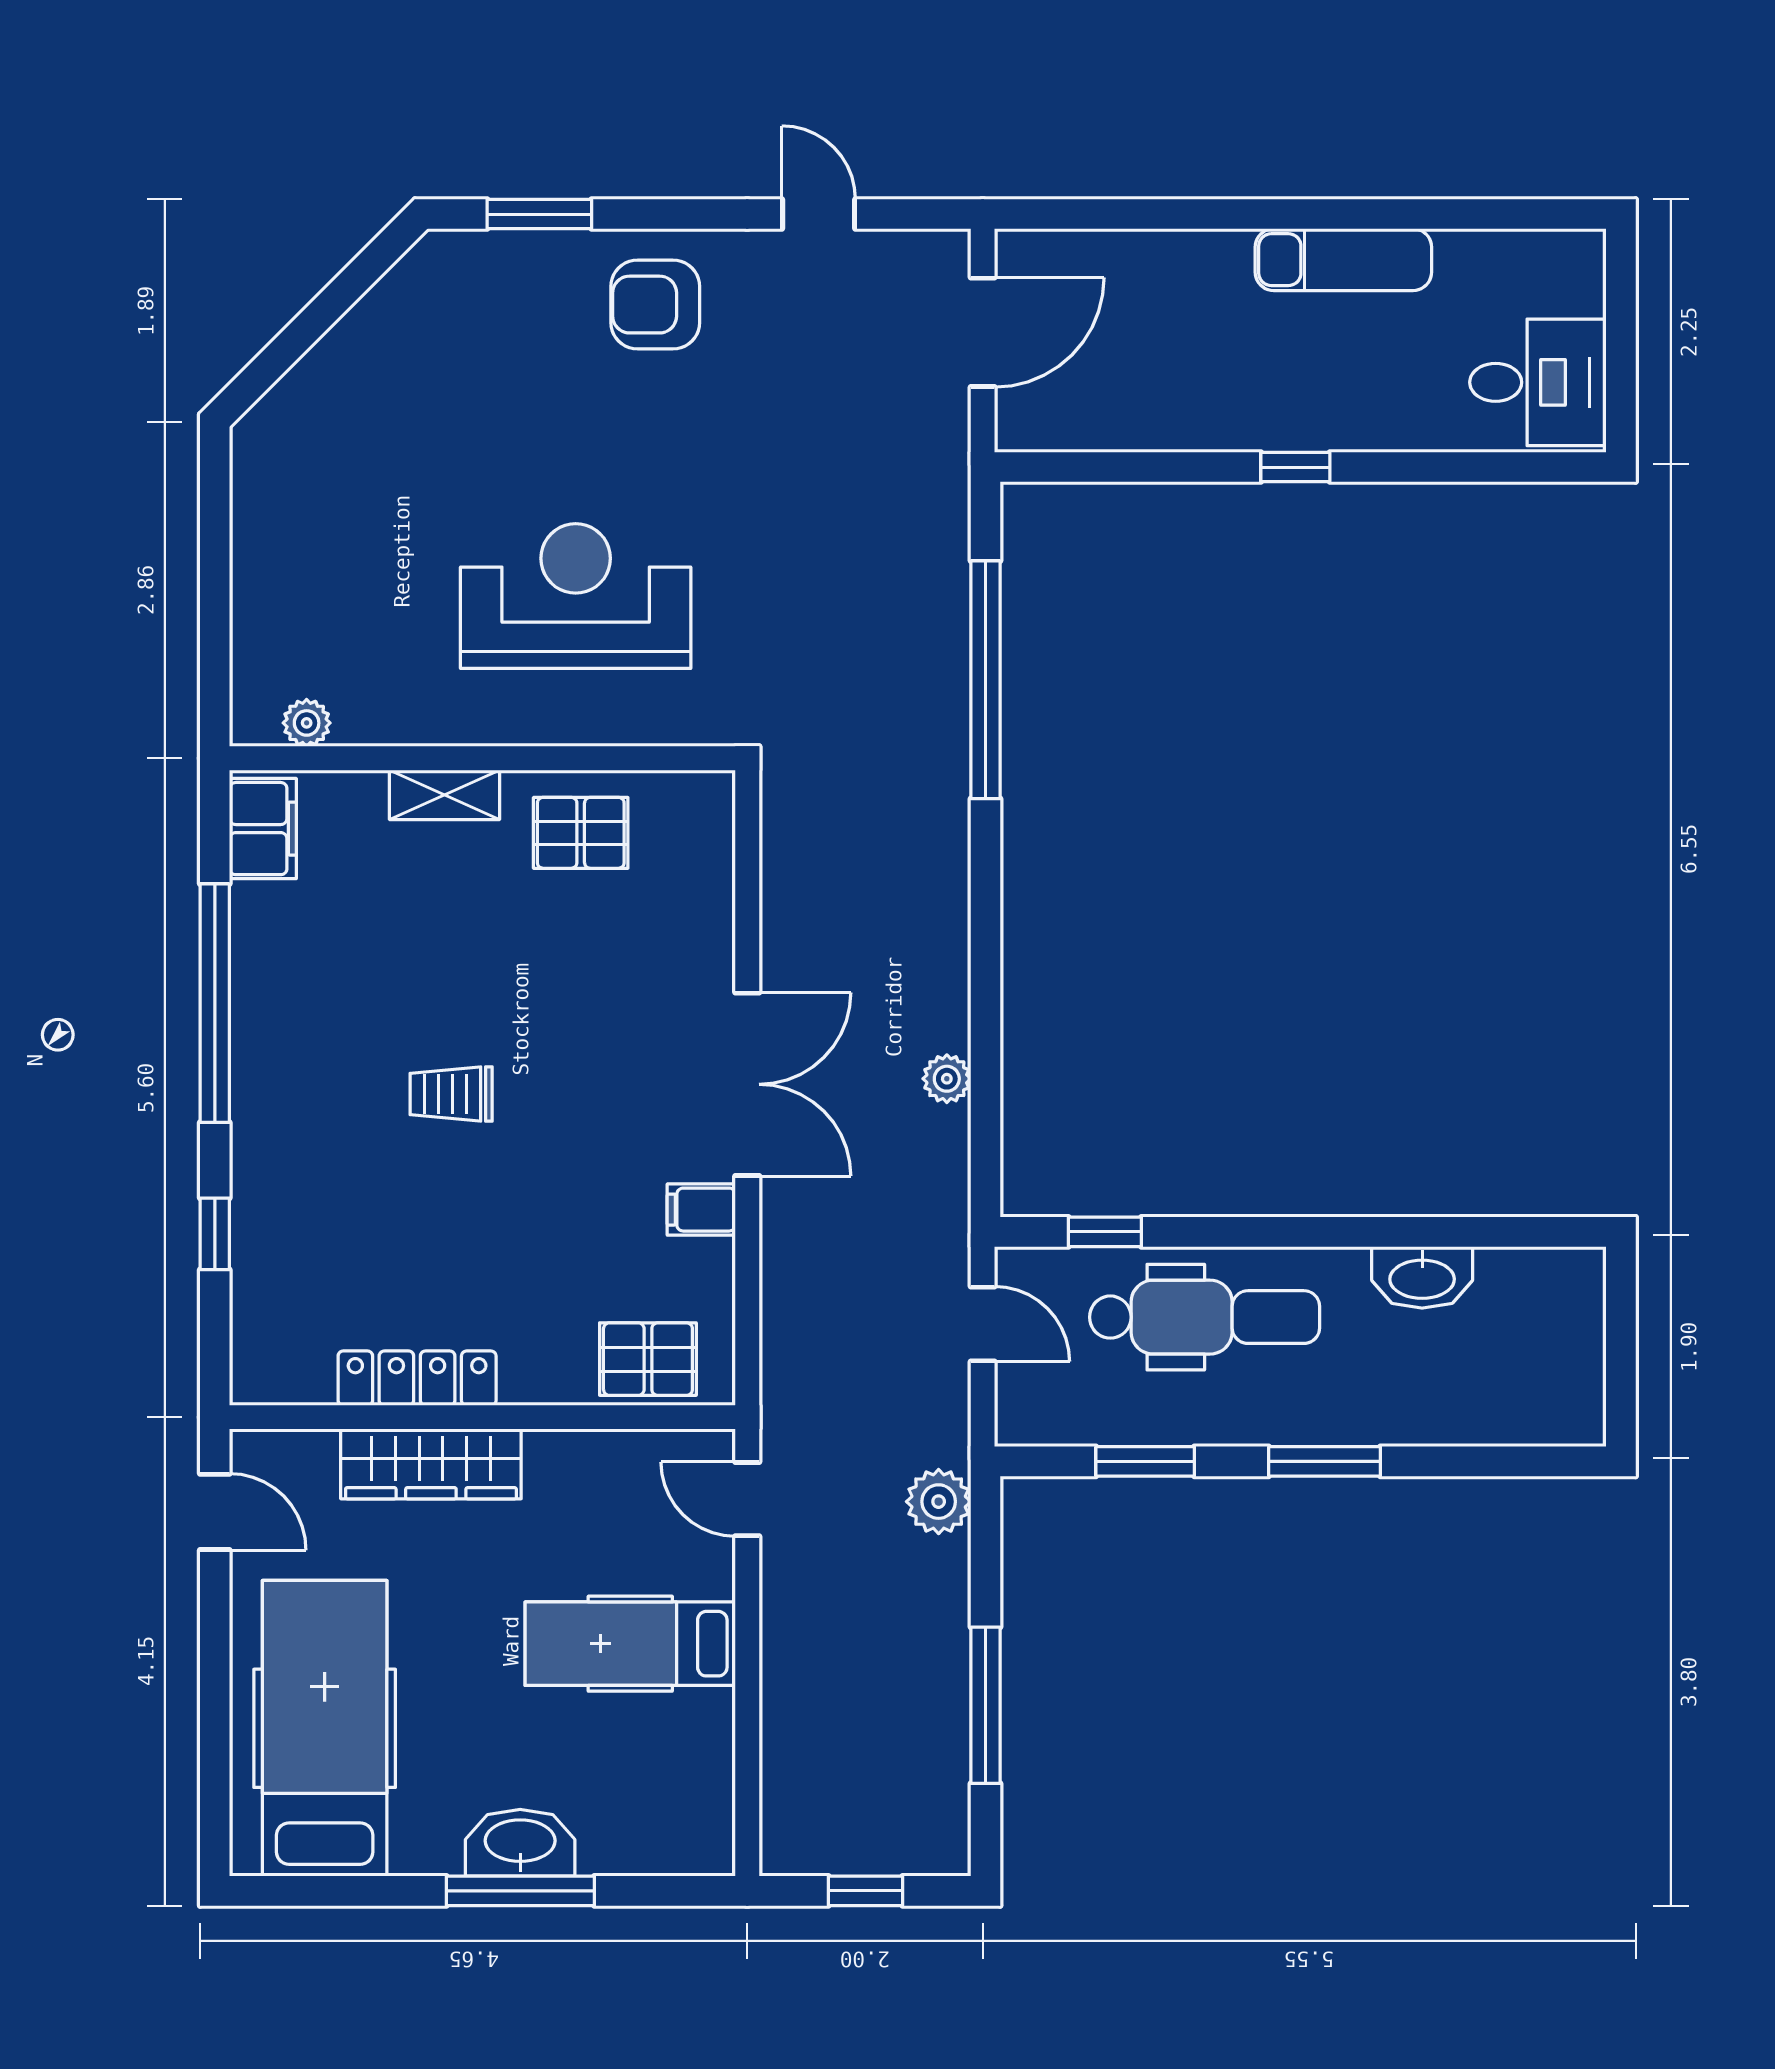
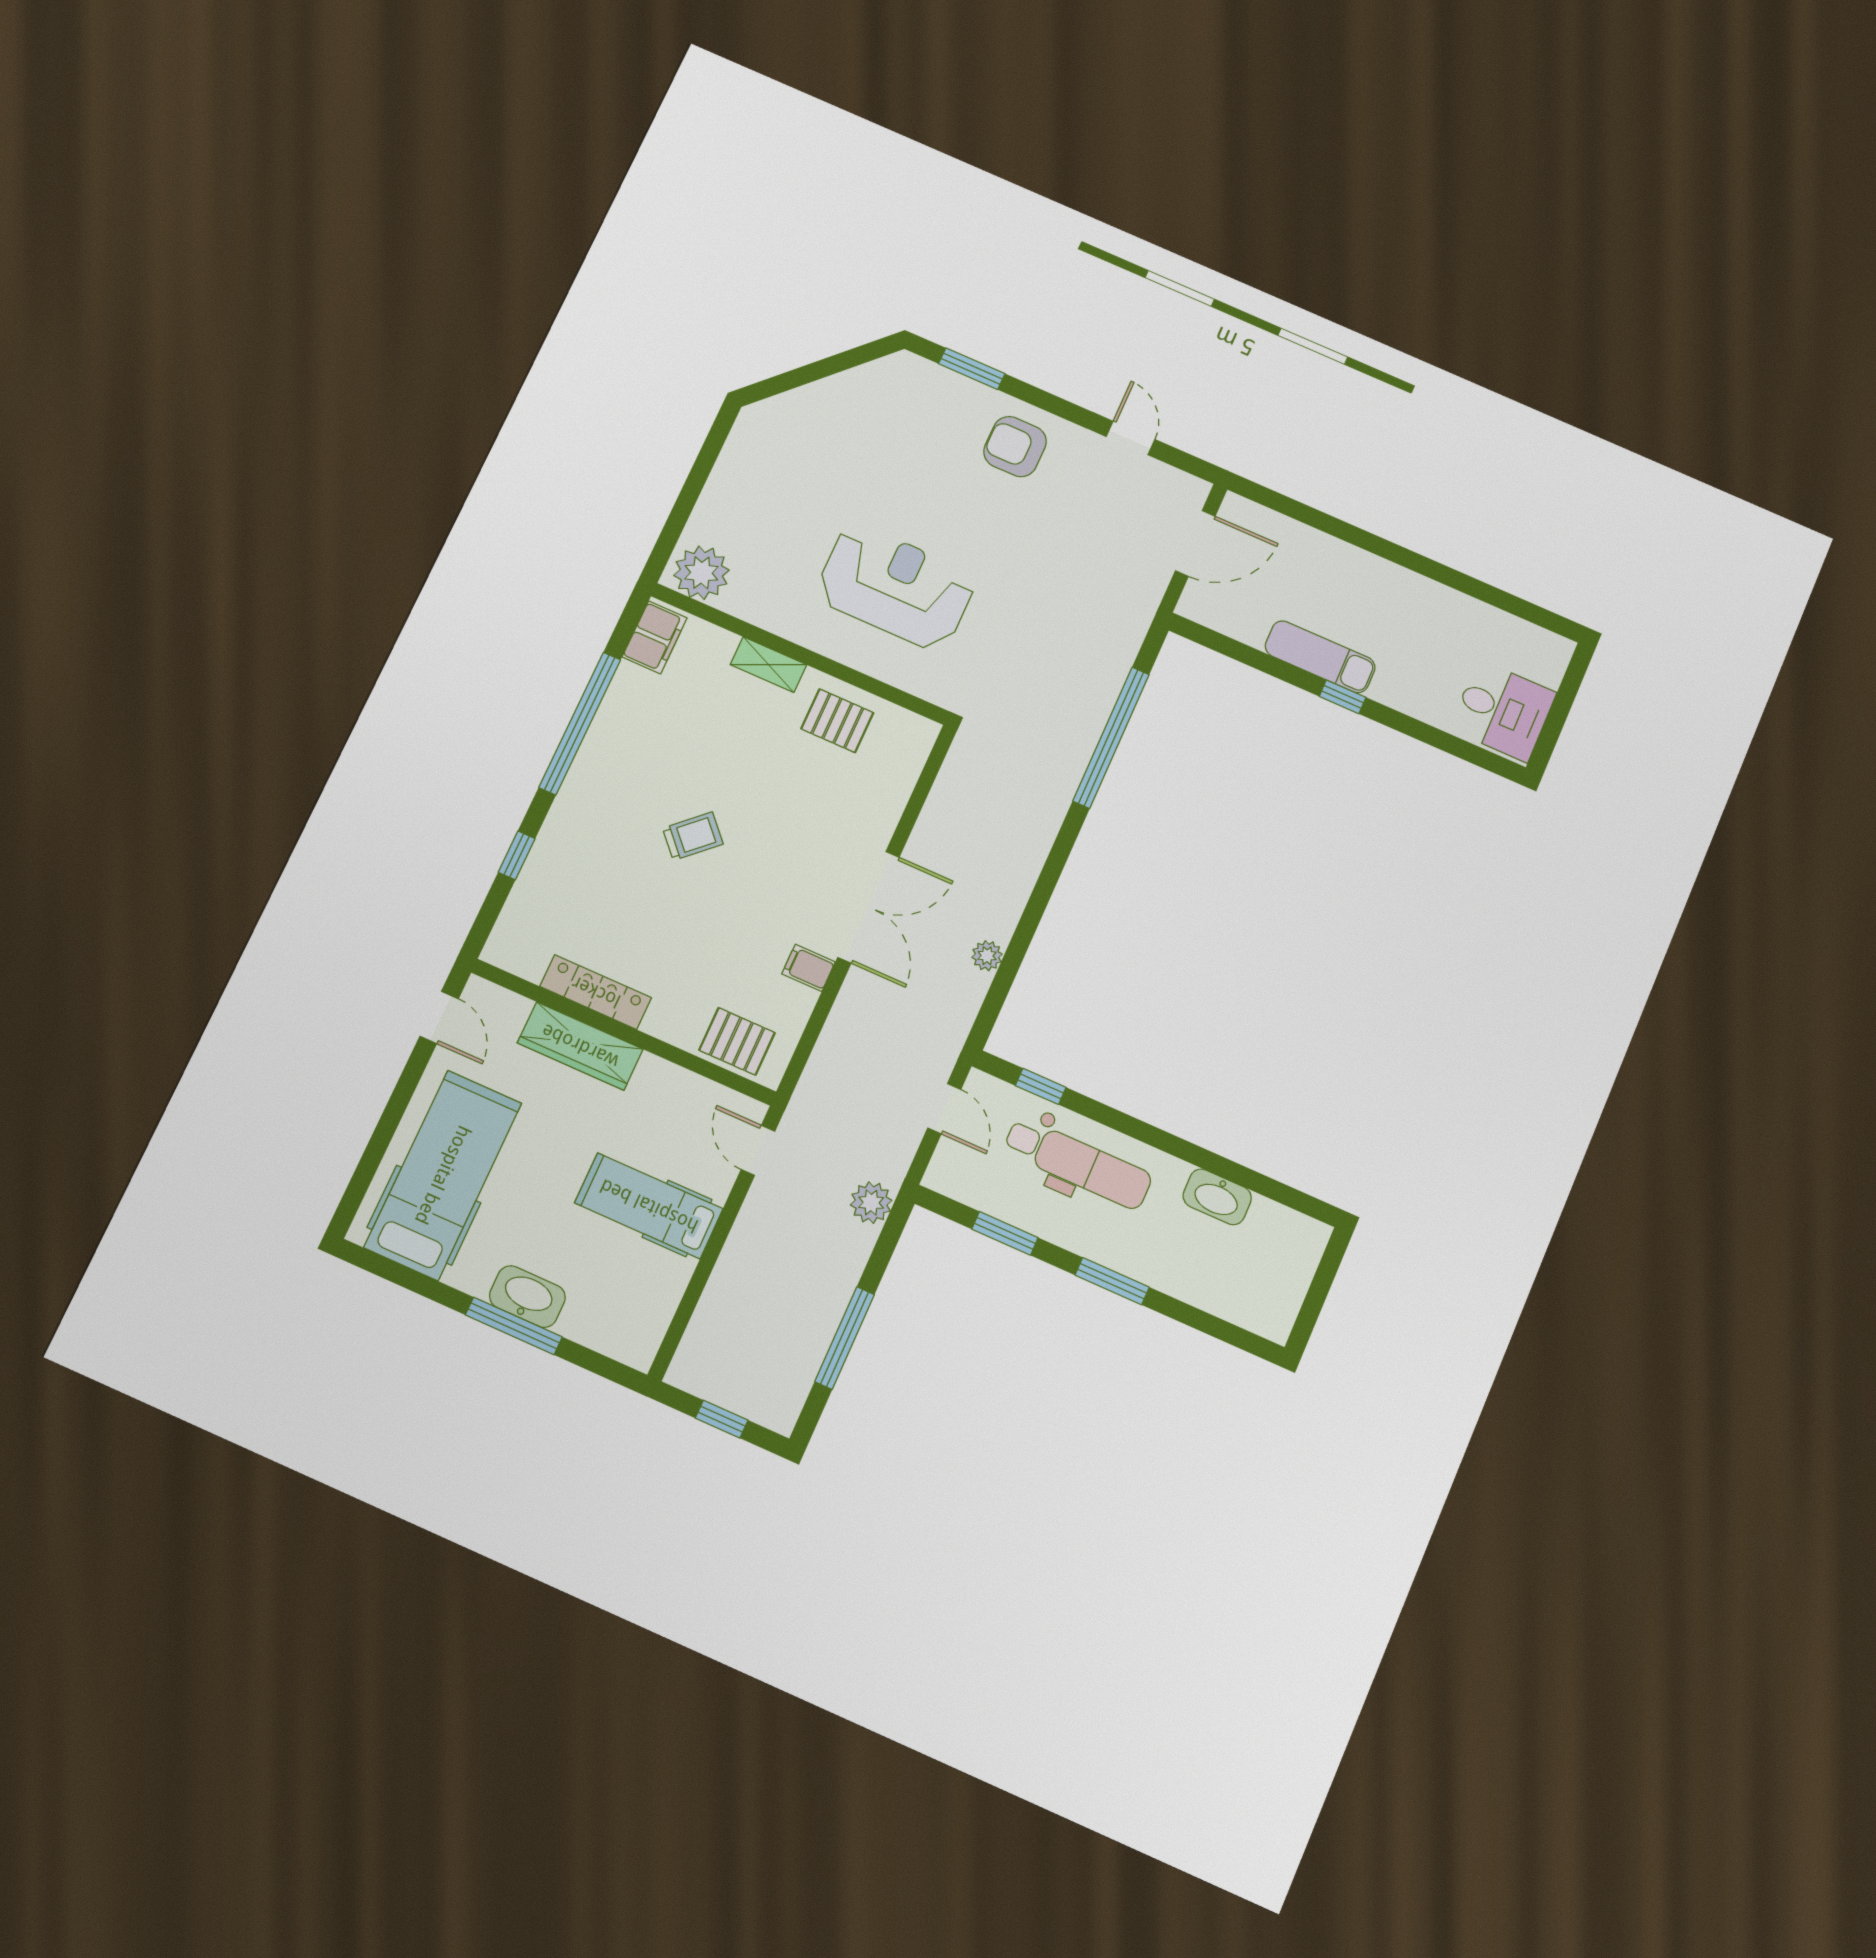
exam couch: (1343, 260) -> (1320, 657), moved, turned 180
plant: (307, 723) -> (701, 573), width x1.88, depth x1.88
trolley: (451, 1094) -> (693, 836), turned 137

